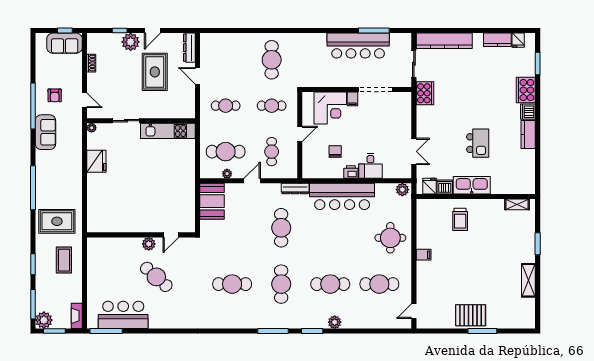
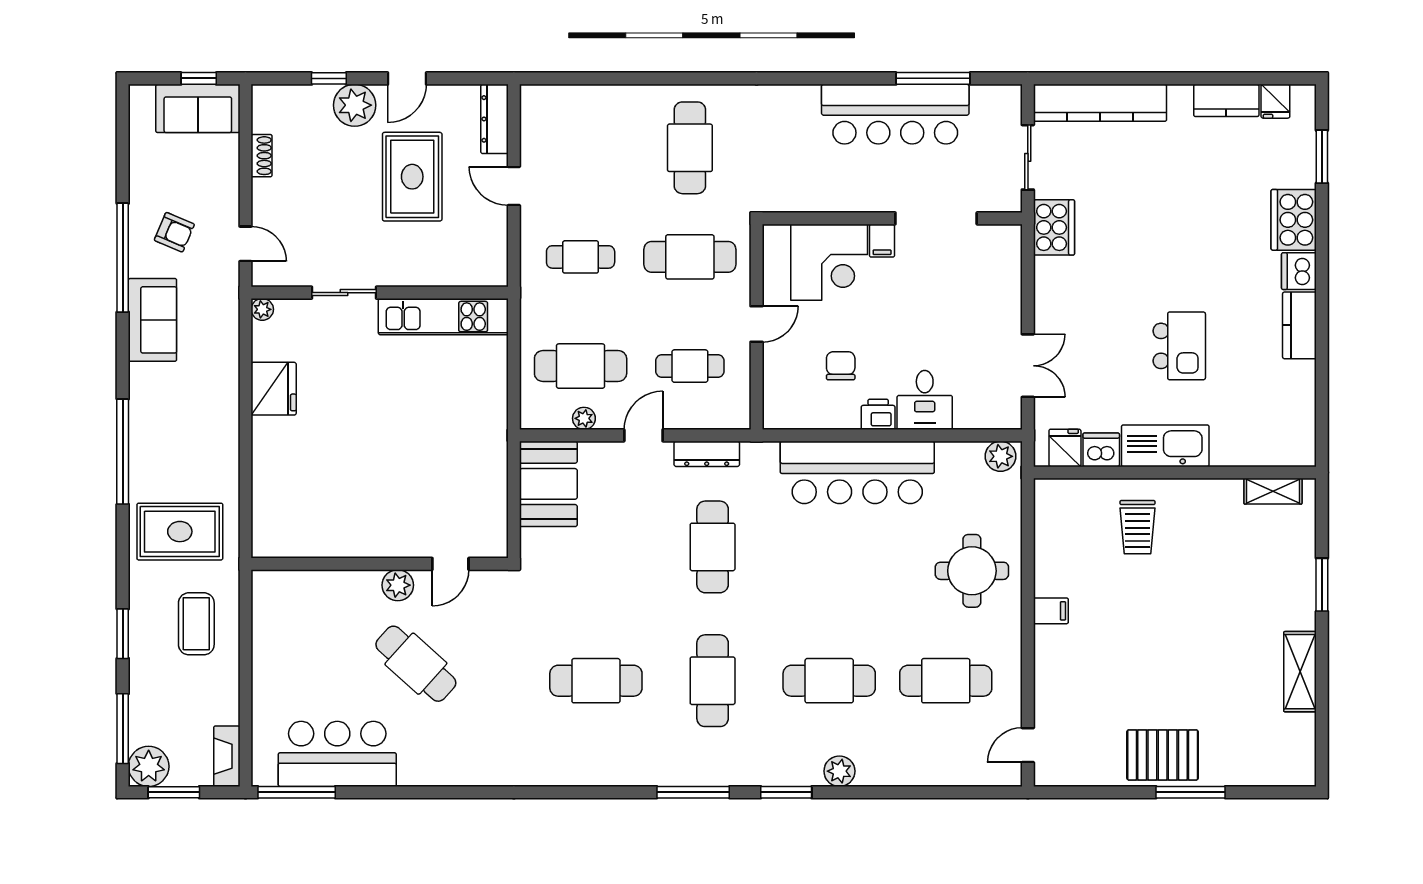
armchair: (55, 95) -> (174, 232), turned -67
cafe table: (272, 106) -> (690, 257), width x1.37, depth x1.35
cafe table: (272, 152) -> (690, 366), turned 90
dresser: (295, 189) -> (707, 454), moved

